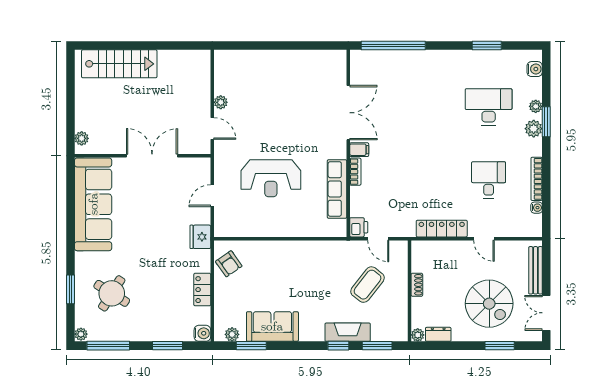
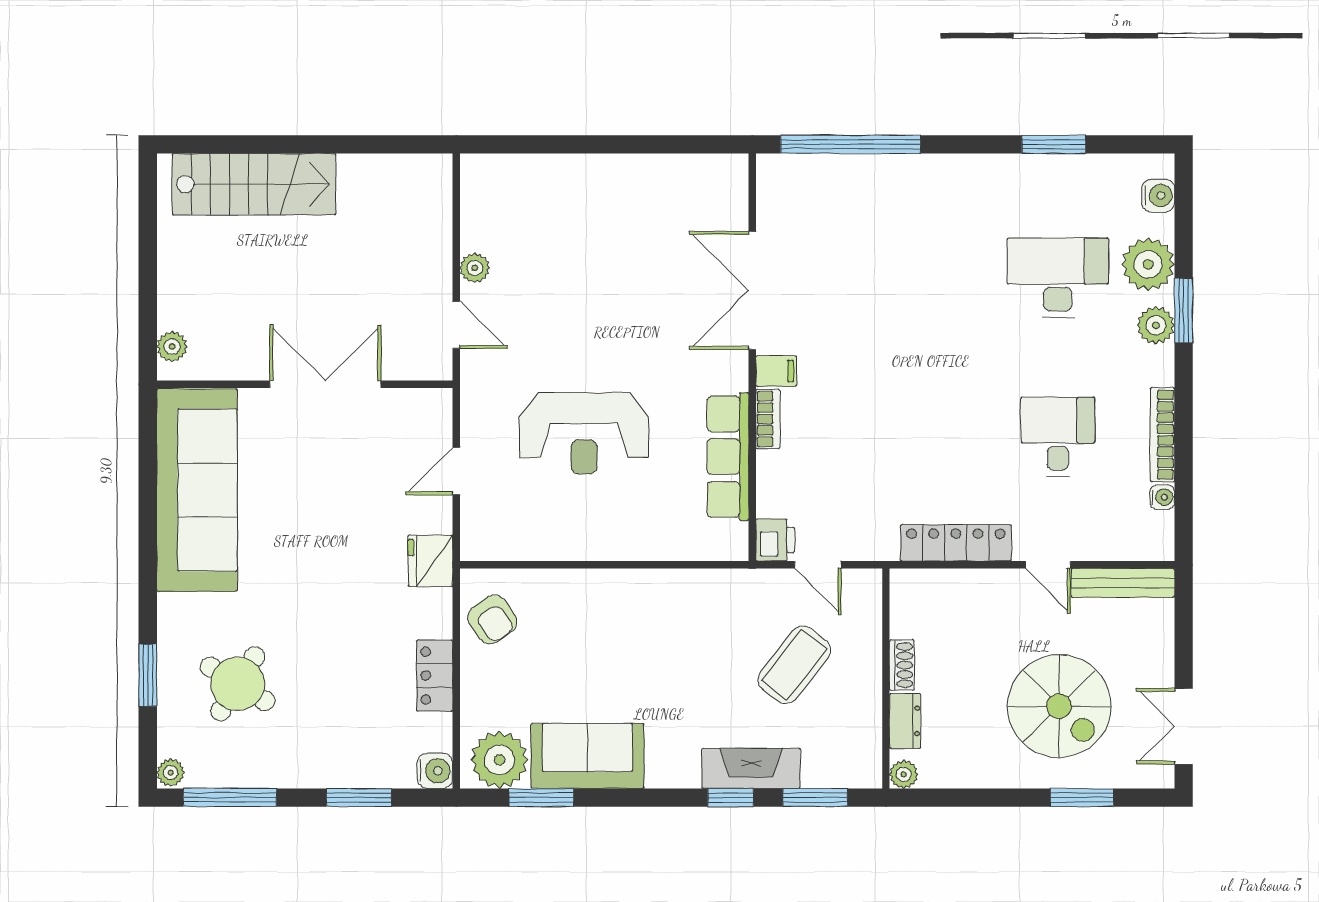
plant: (536, 106) -> (1148, 264), width x1.87, depth x1.87
double door: (348, 113) -> (752, 290), swing flipped
bench: (536, 270) -> (1123, 583), moved, turned 90
plant: (232, 334) -> (499, 760), width x1.88, depth x1.88
dresser: (438, 334) -> (905, 721), moved, turned 90

